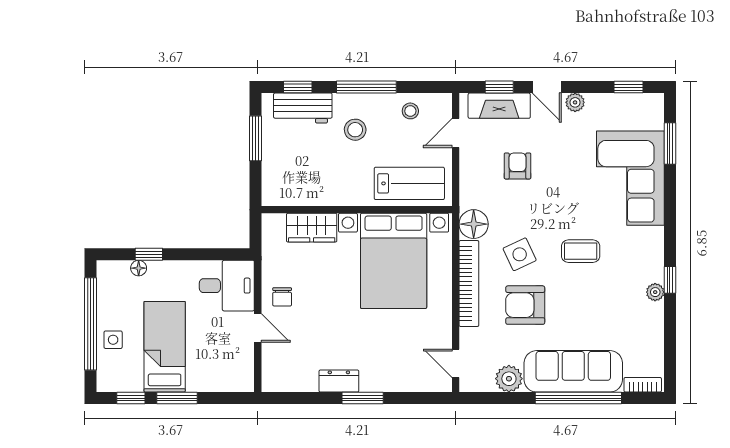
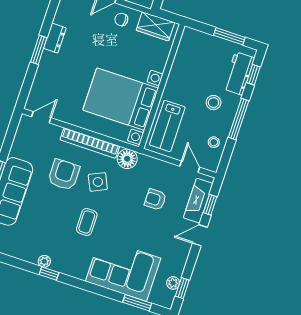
plant: (575, 102) -> (173, 283), moved
armchair: (518, 166) -> (155, 200), turned 180
wardrobe: (312, 228) -> (155, 26), moved, turned -90
plant: (509, 379) -> (20, 148), removed

